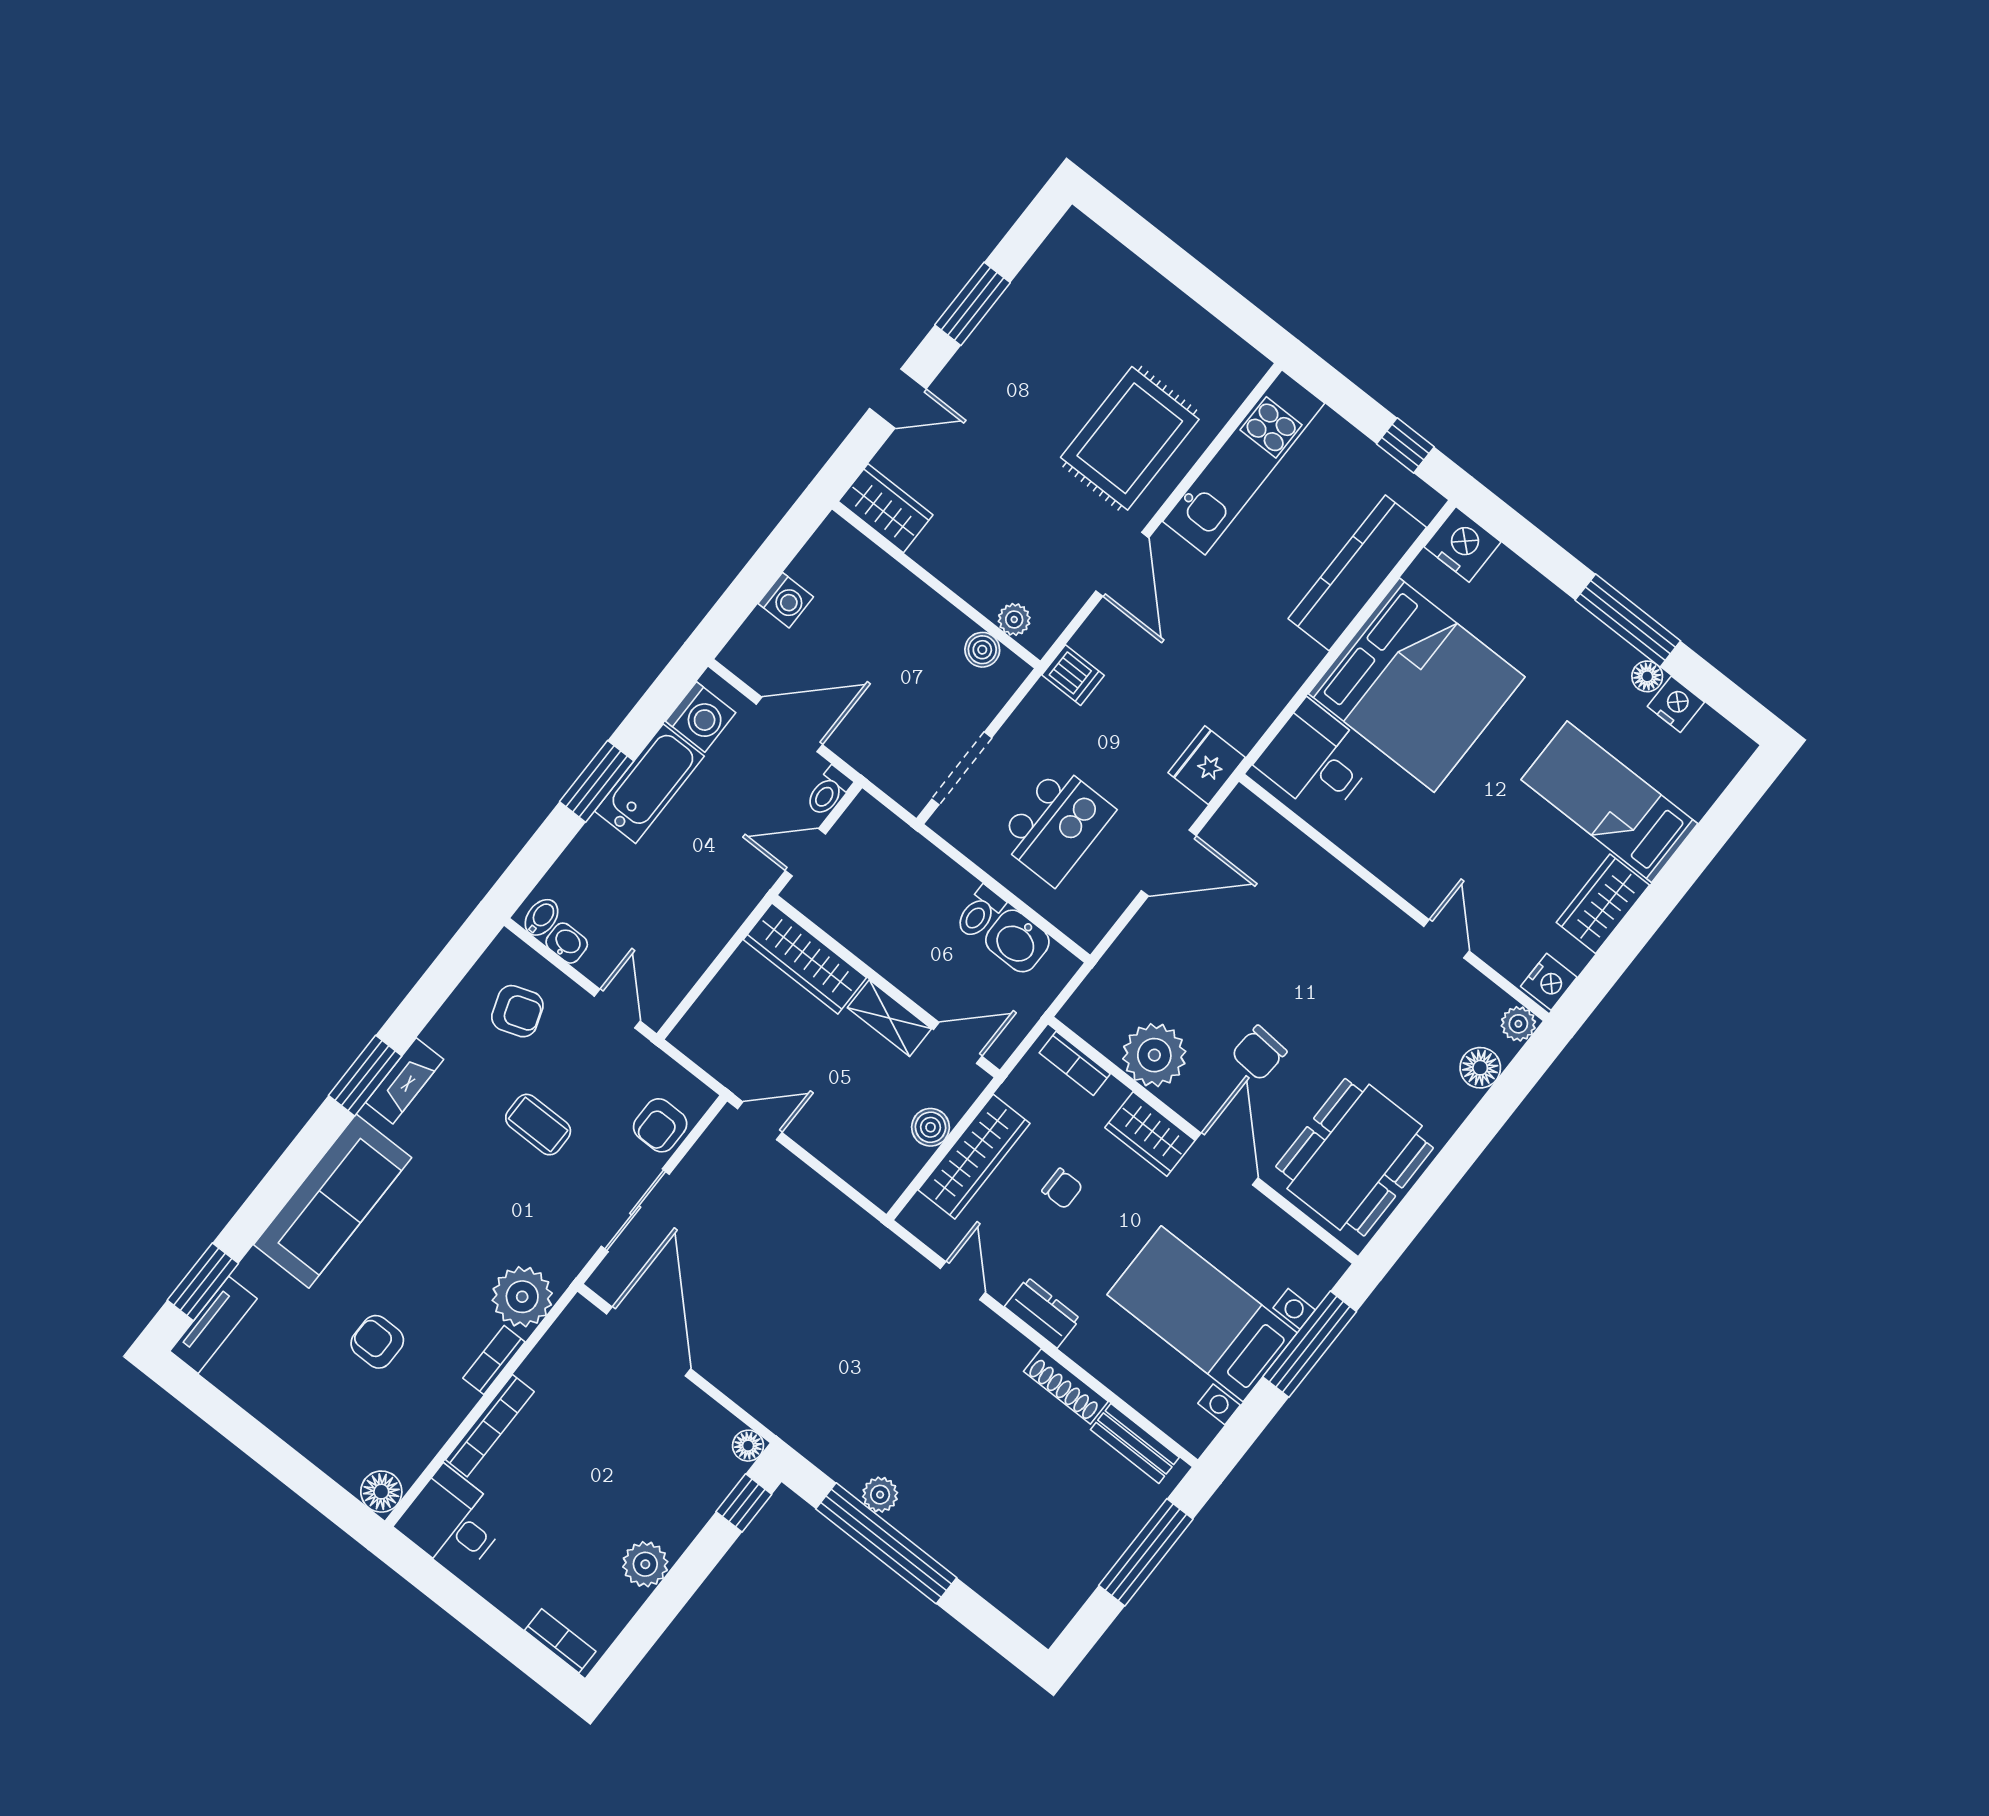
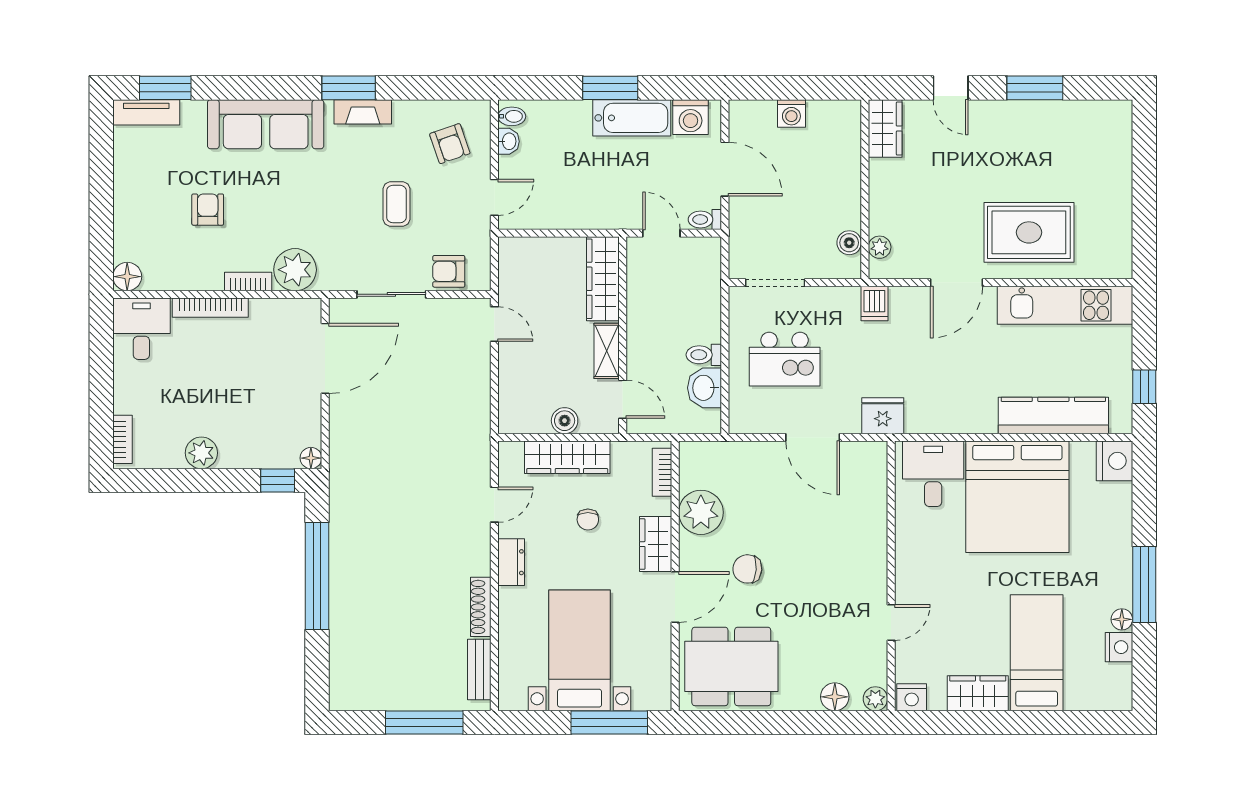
plant: (880, 1495) -> (341, 552), removed

